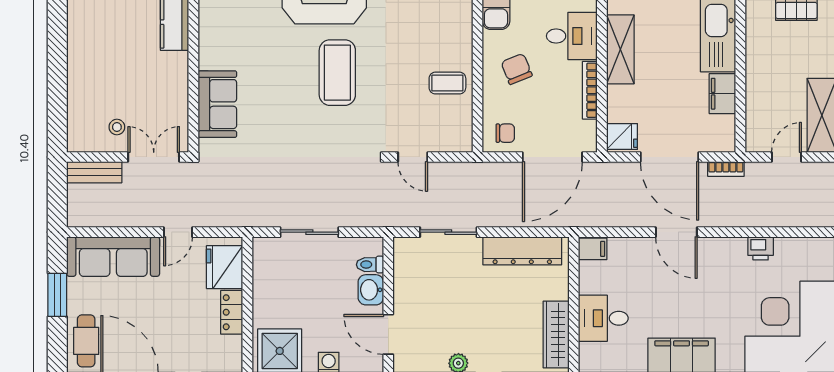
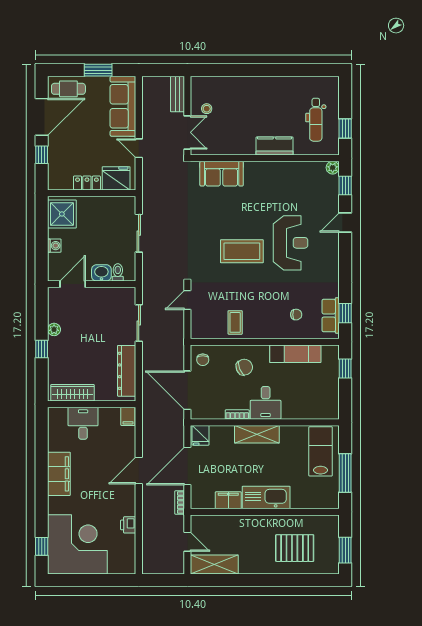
bookcase: (590, 90) -> (237, 415), width x0.64

